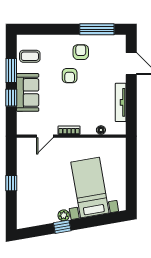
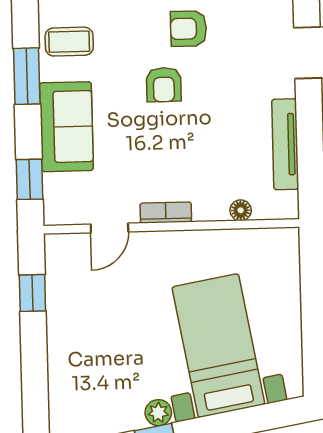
armchair: (81, 52) -> (188, 29), turned -90
window: (11, 98) -> (29, 179), moved
window: (11, 183) -> (32, 293), moved

